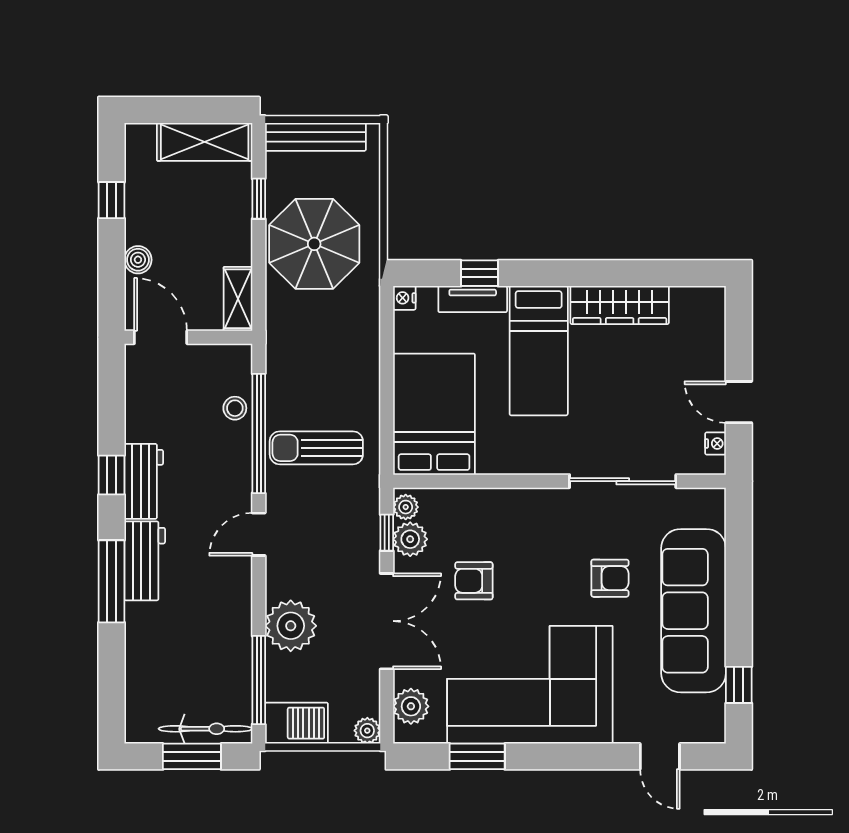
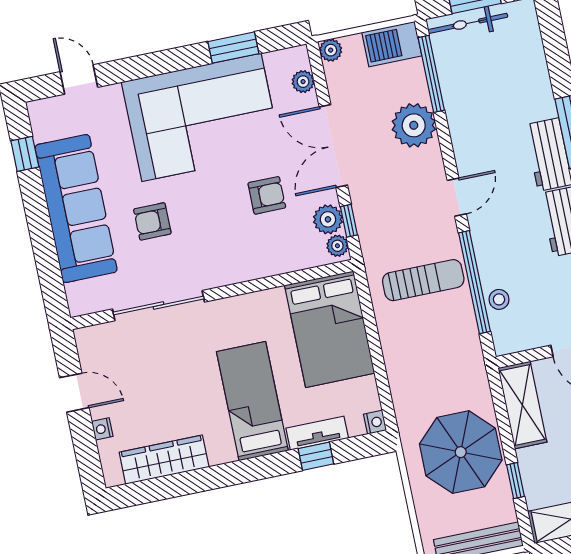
shelving: (238, 299) -> (522, 405), width x1.50, depth x1.33
wardrobe: (620, 305) -> (164, 460), moved
nightstand: (716, 443) -> (102, 429), moved
plant: (411, 706) -> (303, 82), width x0.73, depth x0.73

